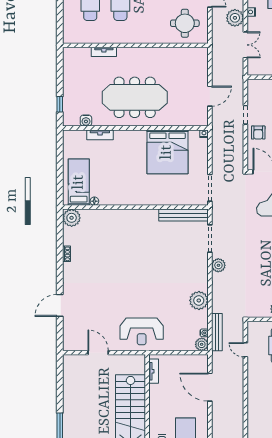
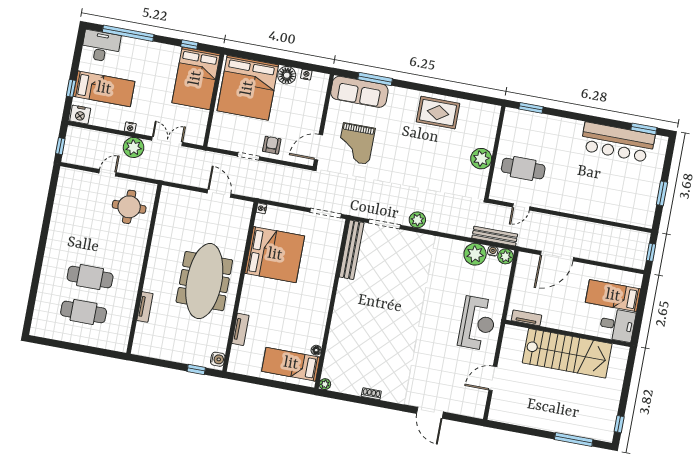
water cooler: (86, 121) -> (218, 359), moved
armchair: (258, 133) -> (272, 145), turned -90
plant: (72, 218) -> (325, 384), width x0.53, depth x0.53
plant: (199, 300) -> (475, 254), moved

